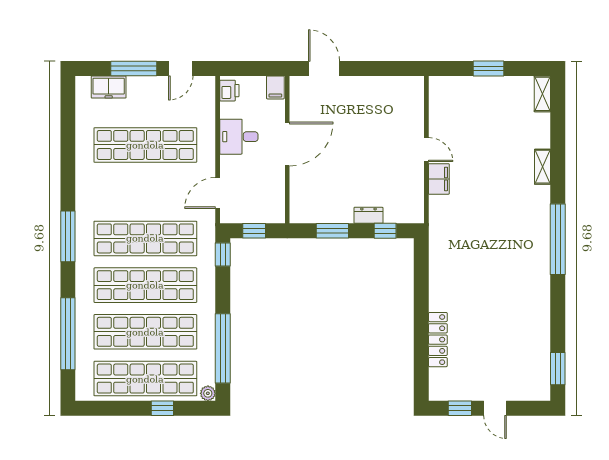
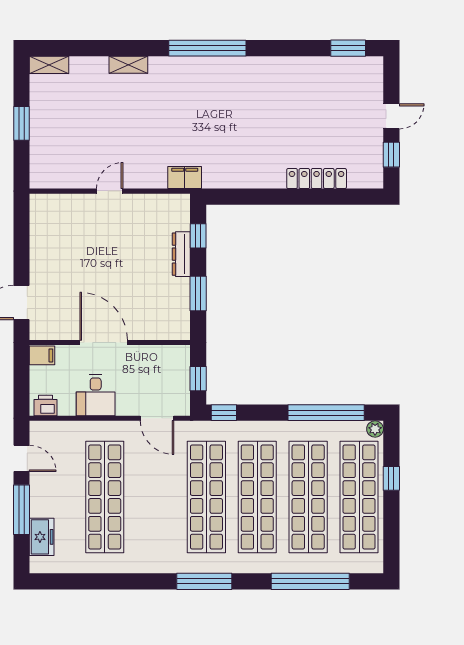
filing cabinet: (439, 179) -> (185, 178), moved
dresser: (368, 215) -> (181, 254), width x1.44

